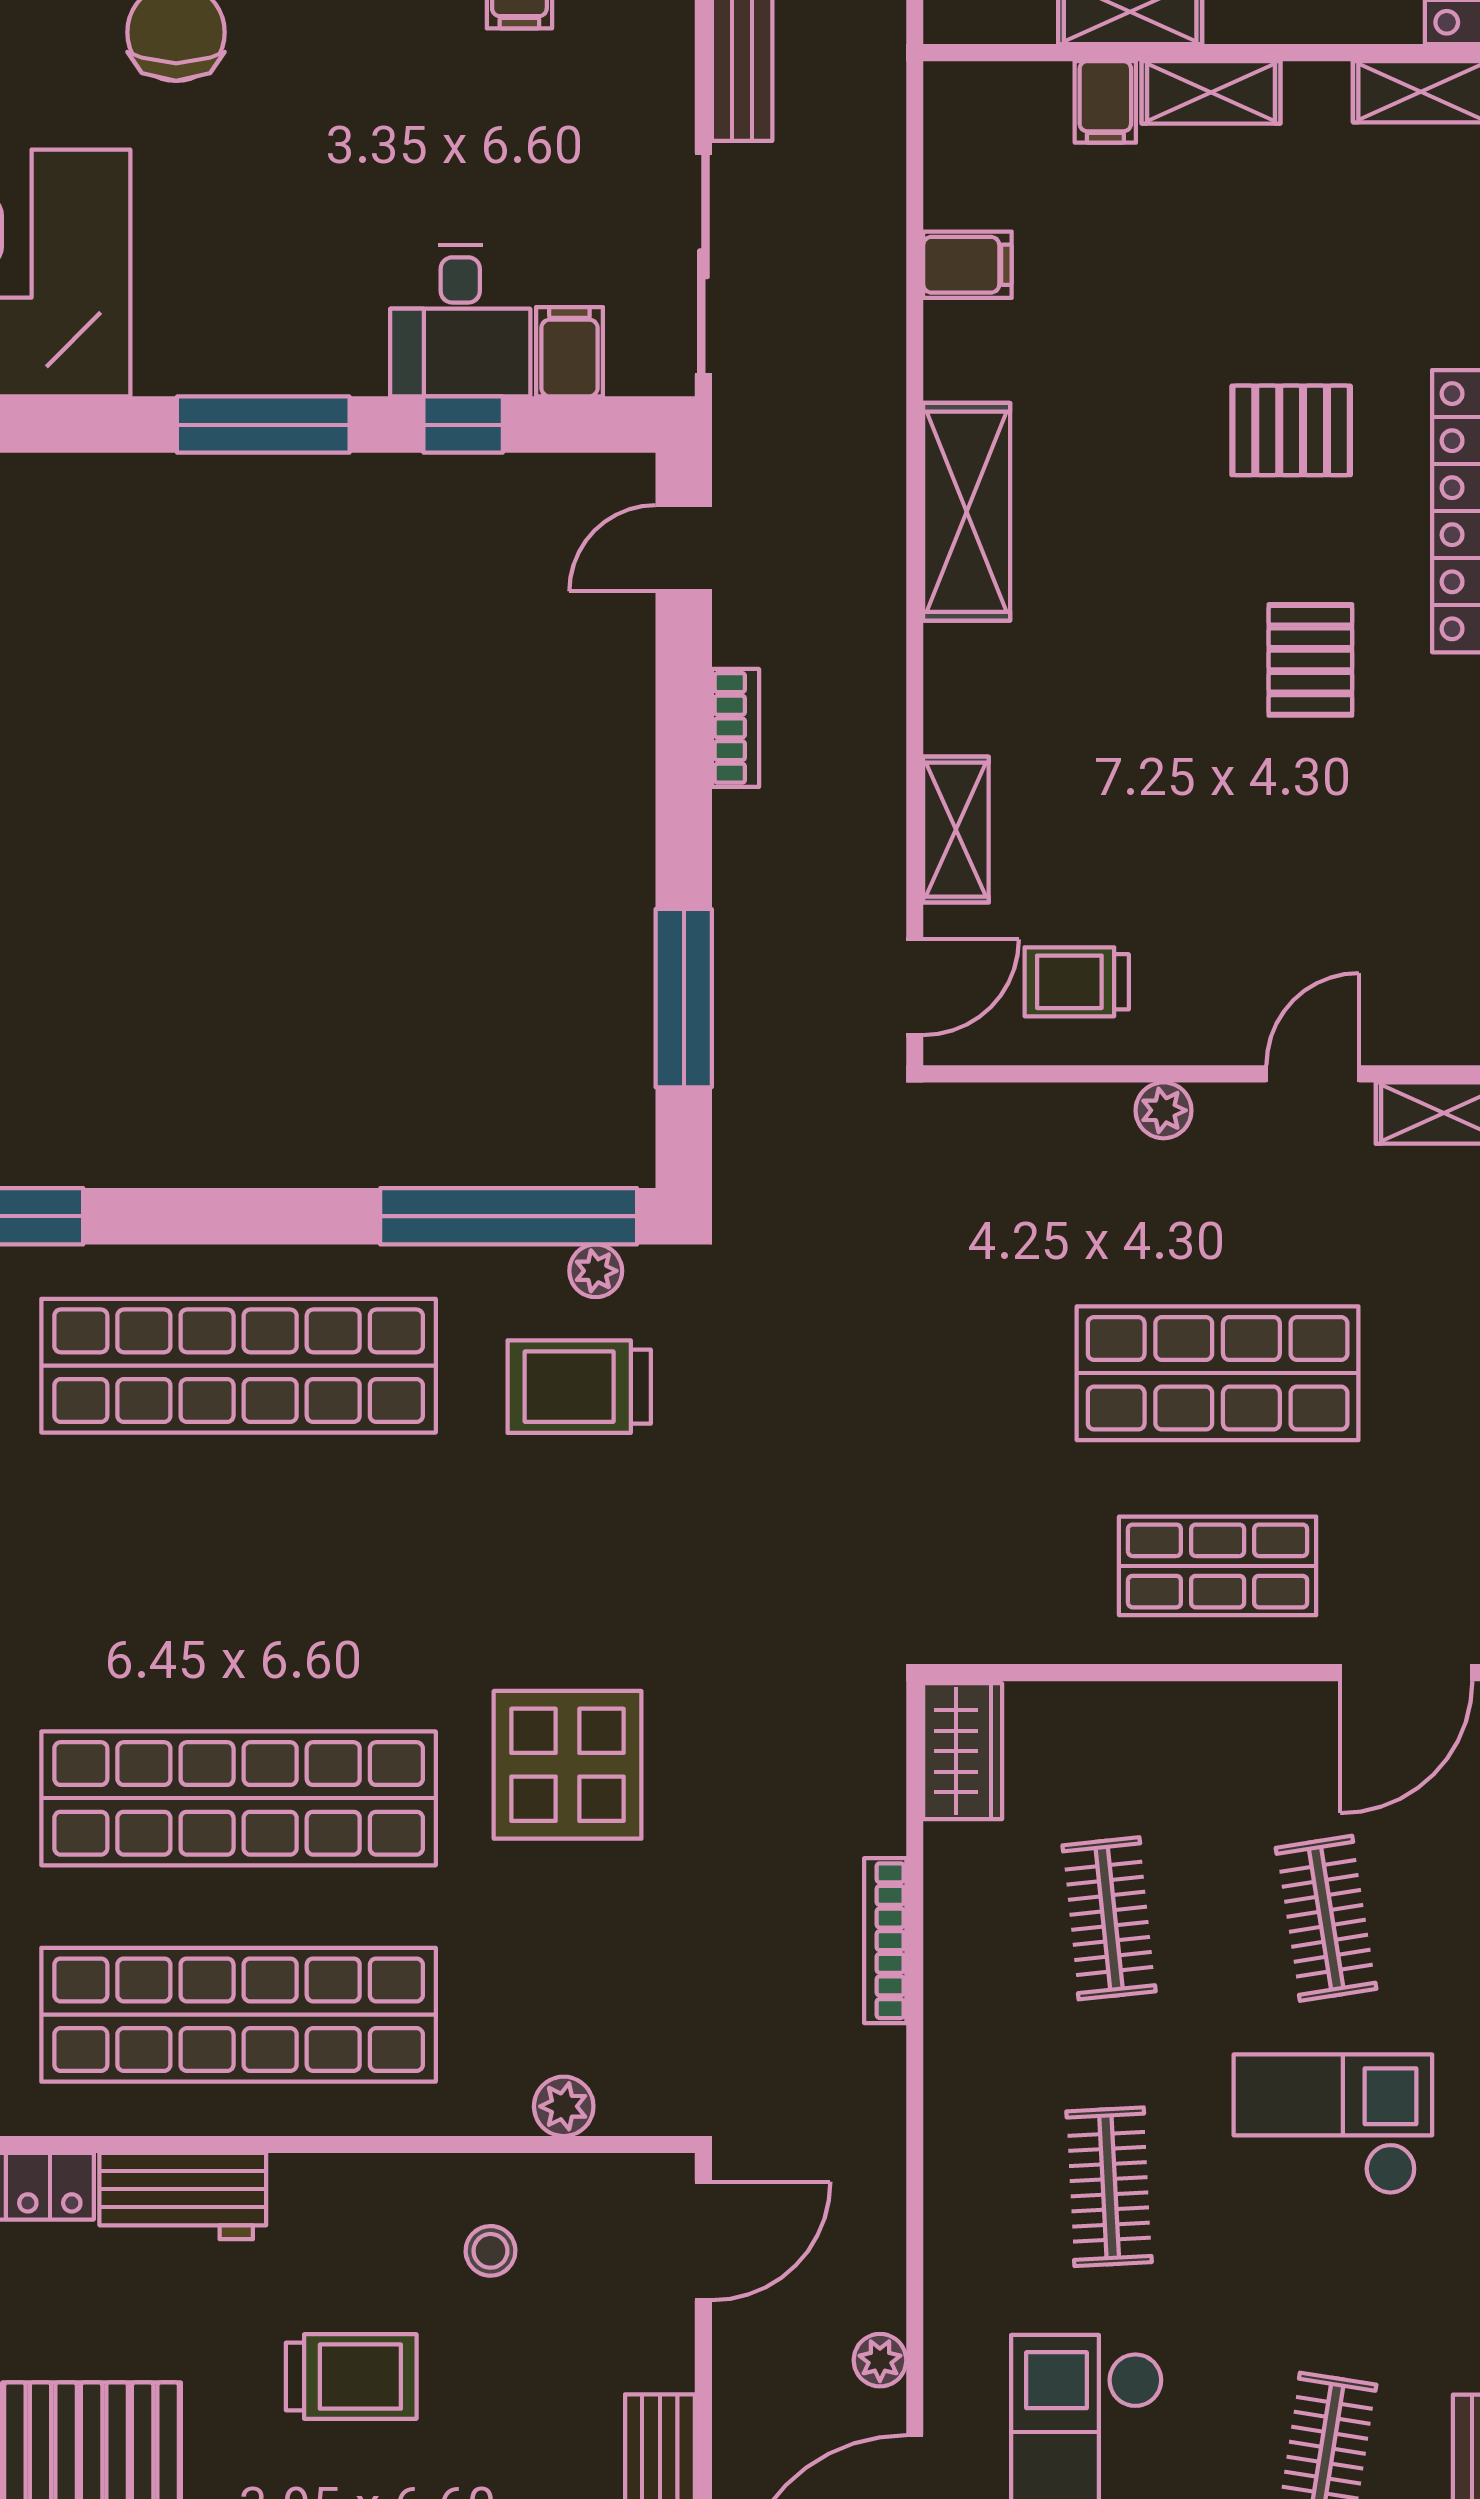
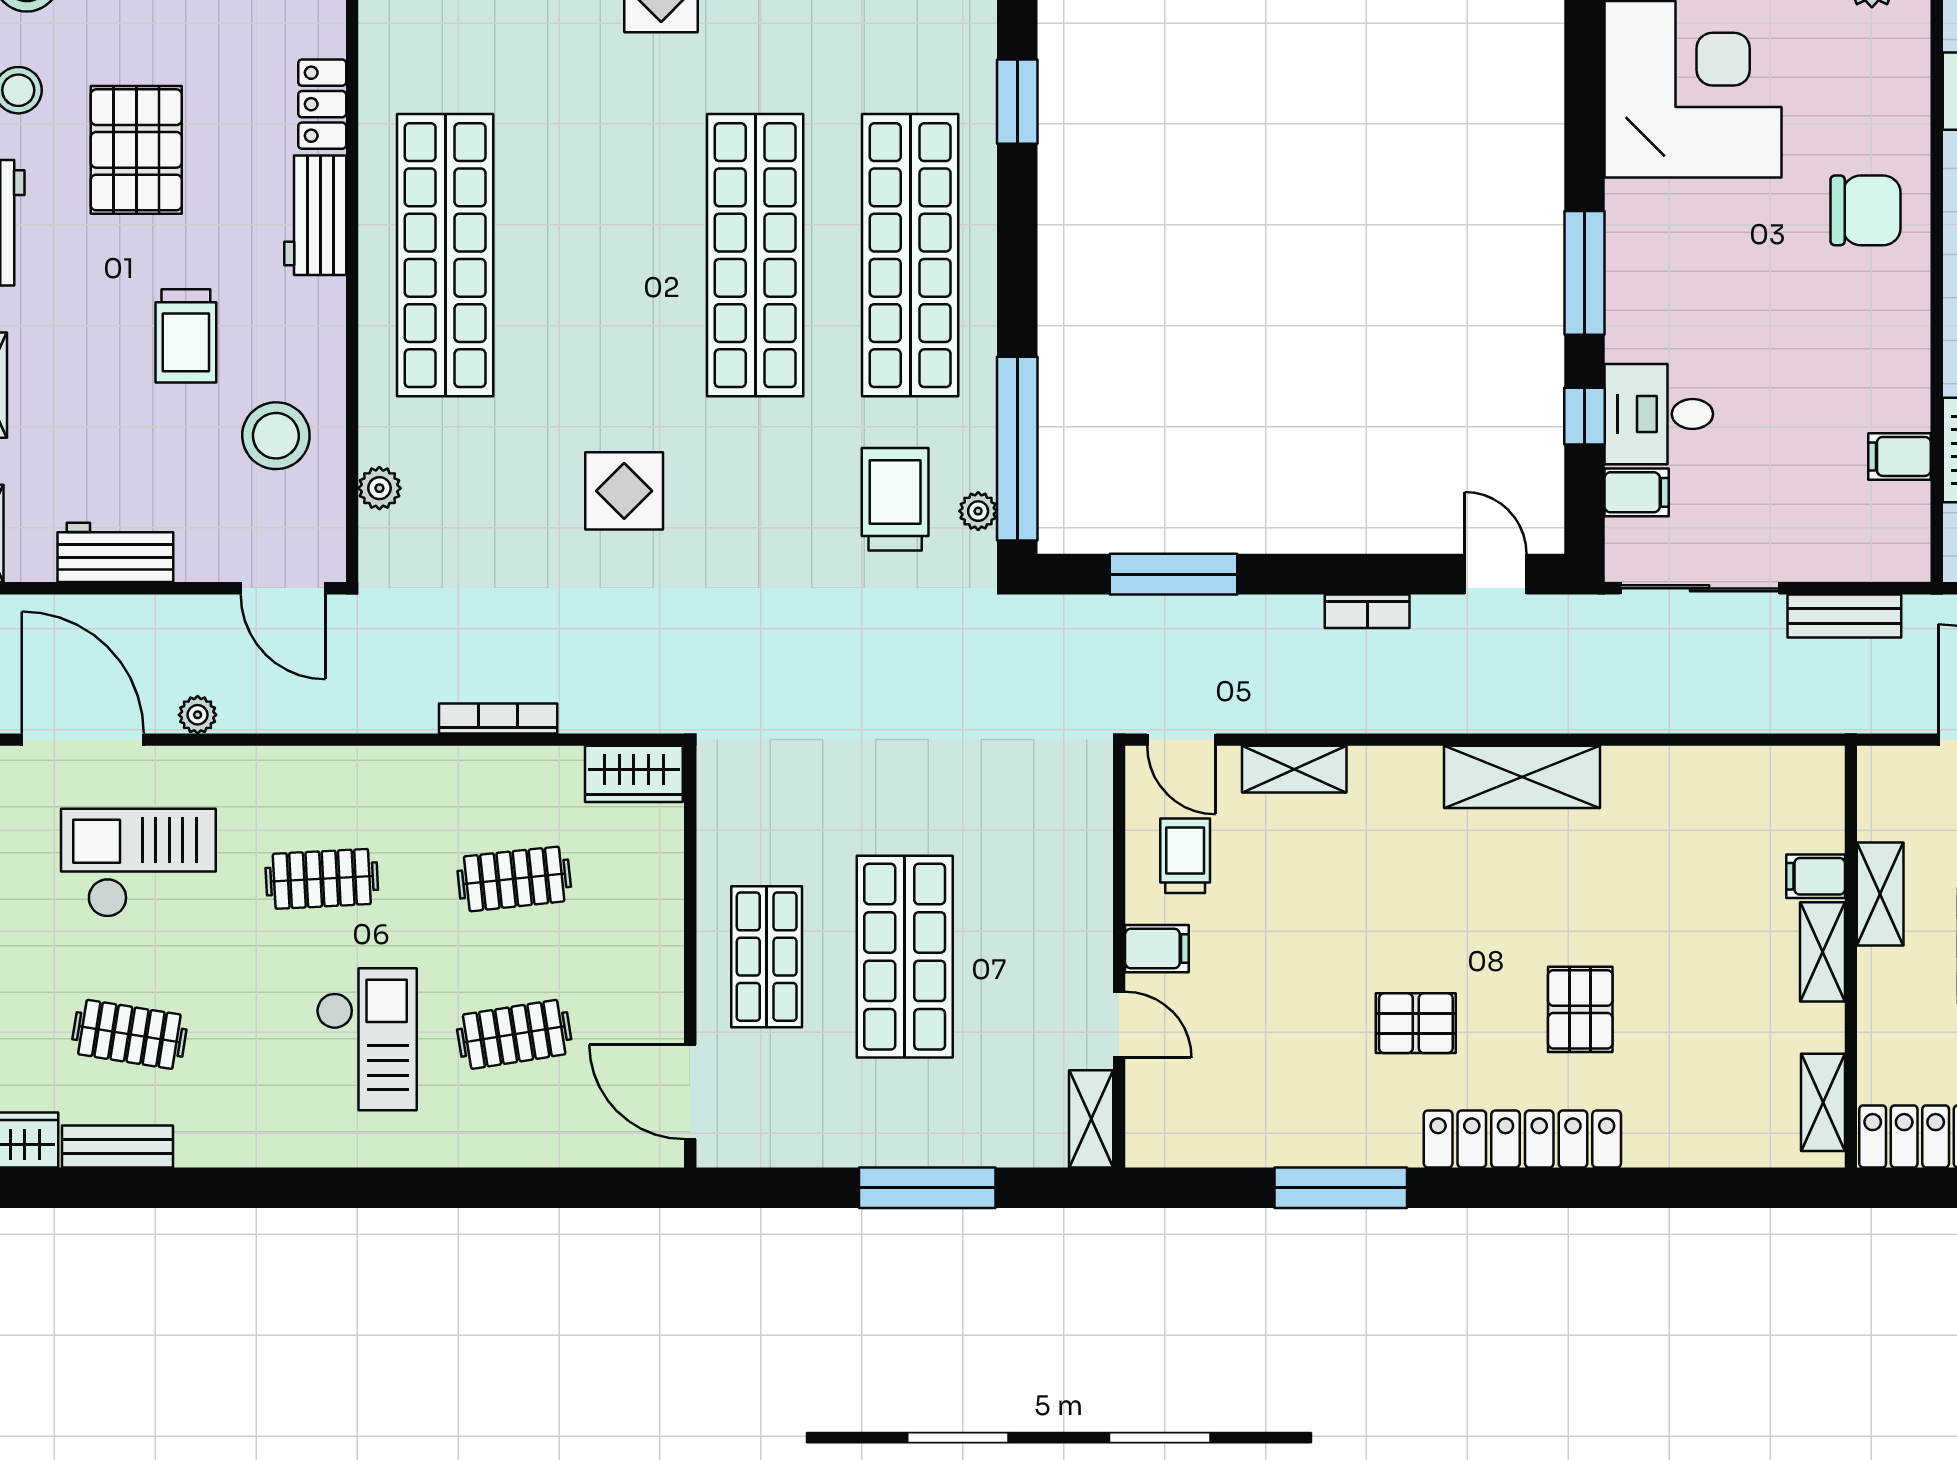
filing cabinet: (967, 265) -> (1157, 949), moved, turned -90
plant: (1164, 1110) -> (1093, 918), removed
display table: (568, 1765) -> (624, 491), width x0.73, depth x0.73
shop shelf: (239, 1798) -> (755, 255), moved
stool: (490, 2251) -> (276, 436), width x1.89, depth x1.89

